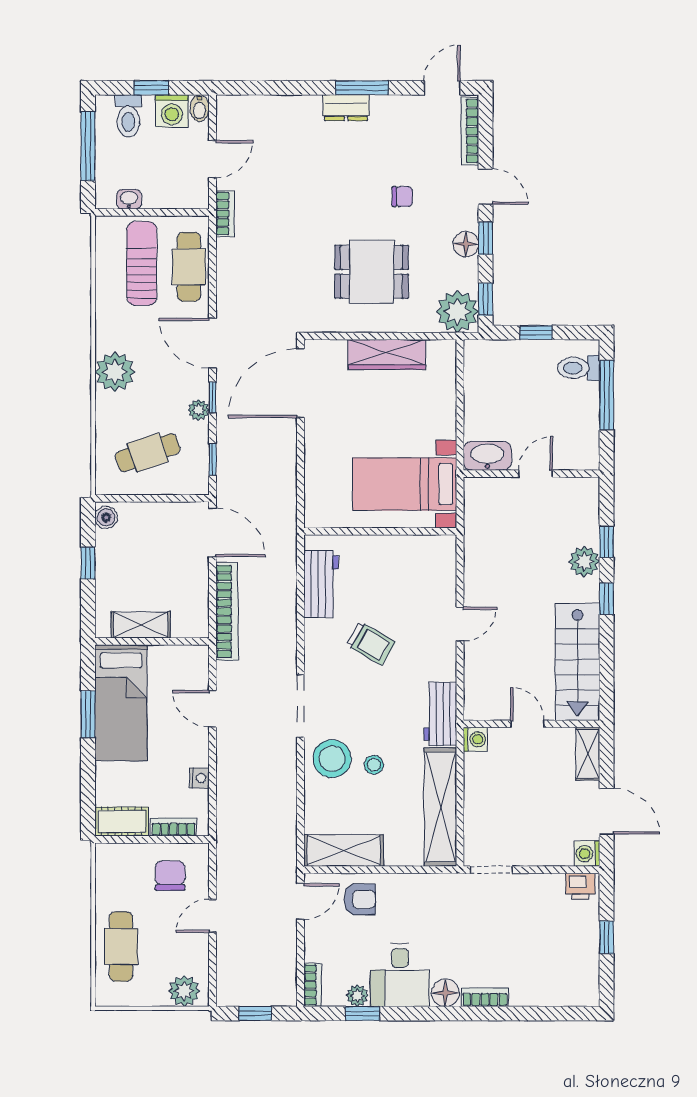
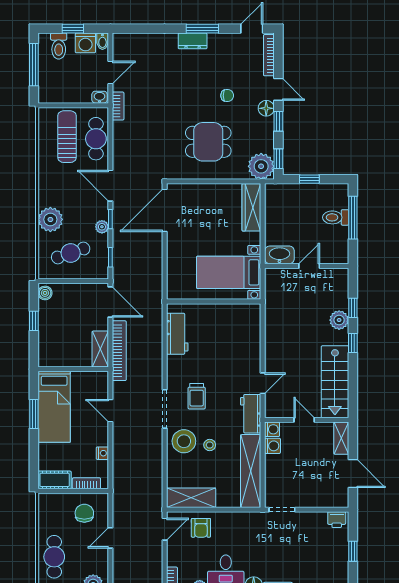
washbasin: (129, 199) -> (100, 97), moved
floor lamp: (466, 244) -> (266, 108), moved
wardrobe: (387, 354) -> (251, 207), moved, turned 90
toilet: (579, 368) -> (336, 217), moved
plant: (115, 372) -> (50, 219), moved
door: (460, 624) -> (263, 383), moved
shelving: (141, 625) -> (100, 349), moved, turned 90
trolley: (371, 643) -> (197, 396), moved, turned 60
washing machine: (587, 854) -> (272, 446), moved, turned 180
armchair: (360, 899) -> (201, 528), turned 90

